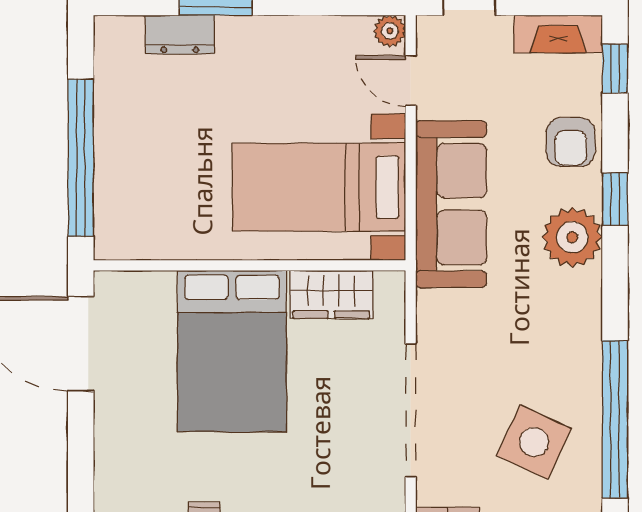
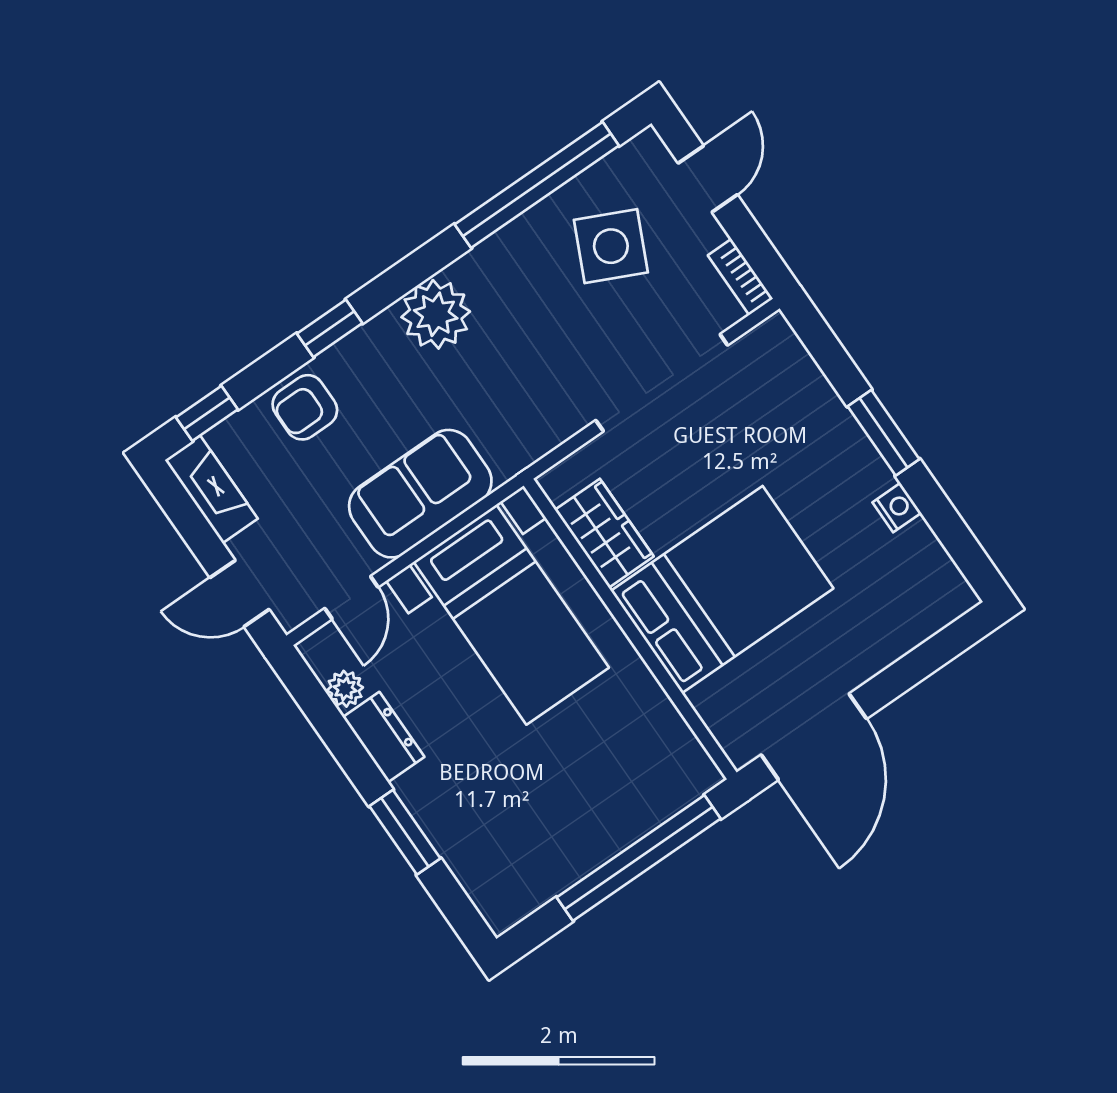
plant: (390, 31) -> (345, 689), moved
dresser: (180, 35) -> (384, 737), moved
armchair: (571, 142) -> (305, 407), turned 180
sofa: (451, 204) -> (420, 494), width x0.73
plant: (572, 237) -> (436, 314), moved

